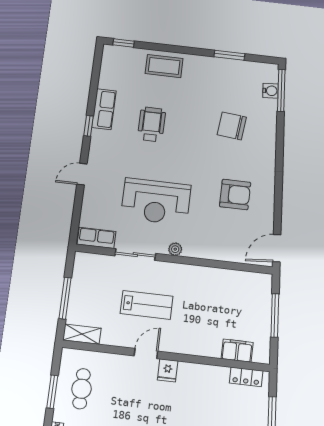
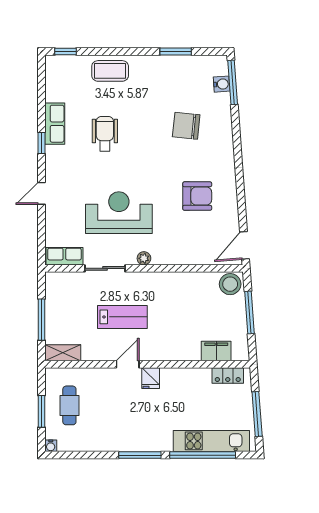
reception desk: (156, 202) -> (119, 213), turned 180
stool: (258, 285) -> (230, 284), added

